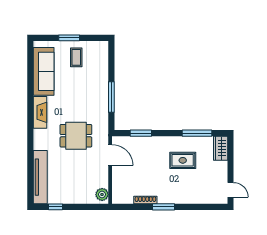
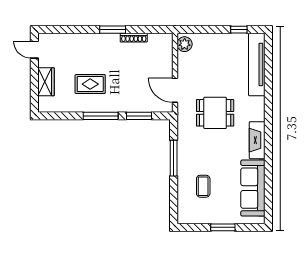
coffee table: (76, 57) -> (203, 186), moved
window: (197, 133) -> (101, 116), moved
wardrobe: (221, 148) -> (46, 82), moved

